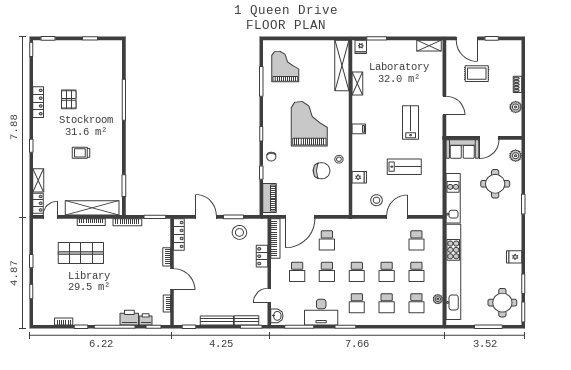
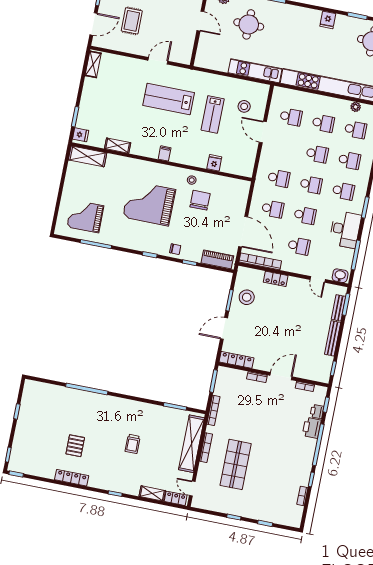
shelving: (342, 66) -> (88, 156), width x0.68
pallet: (69, 99) -> (75, 446), turned 90
lab bench: (411, 123) -> (169, 99), width x1.36, depth x1.39
sofa: (462, 149) -> (206, 51), removed
lab bench: (404, 167) -> (213, 114), turned 180
stool: (376, 200) -> (244, 106), moved
school desk: (357, 240) -> (279, 178), added

